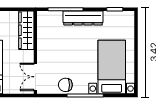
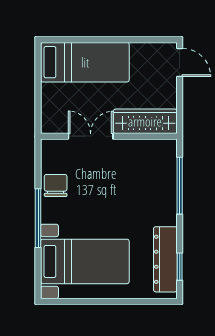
dresser: (83, 18) -> (165, 259), moved
double door: (35, 77) -> (91, 136), moved

